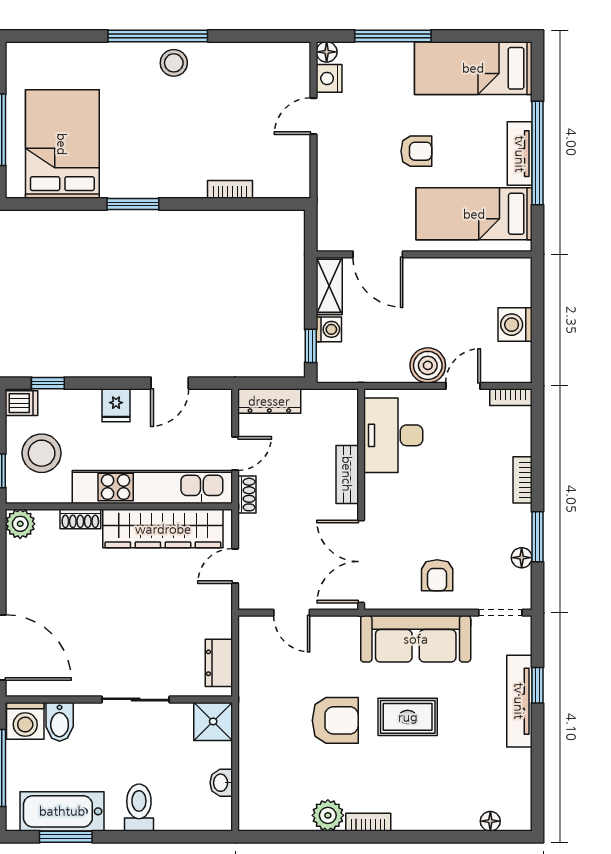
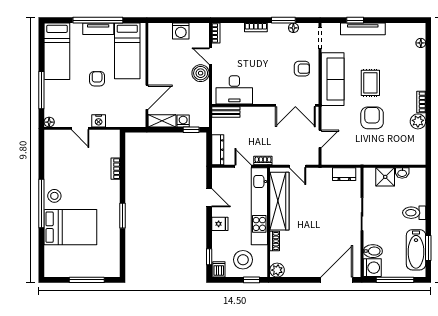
nightstand: (329, 78) -> (99, 121), moved
bed: (62, 144) -> (70, 227), moved, turned 180
bench: (347, 474) -> (226, 112), moved
shower: (213, 721) -> (385, 177), moved

